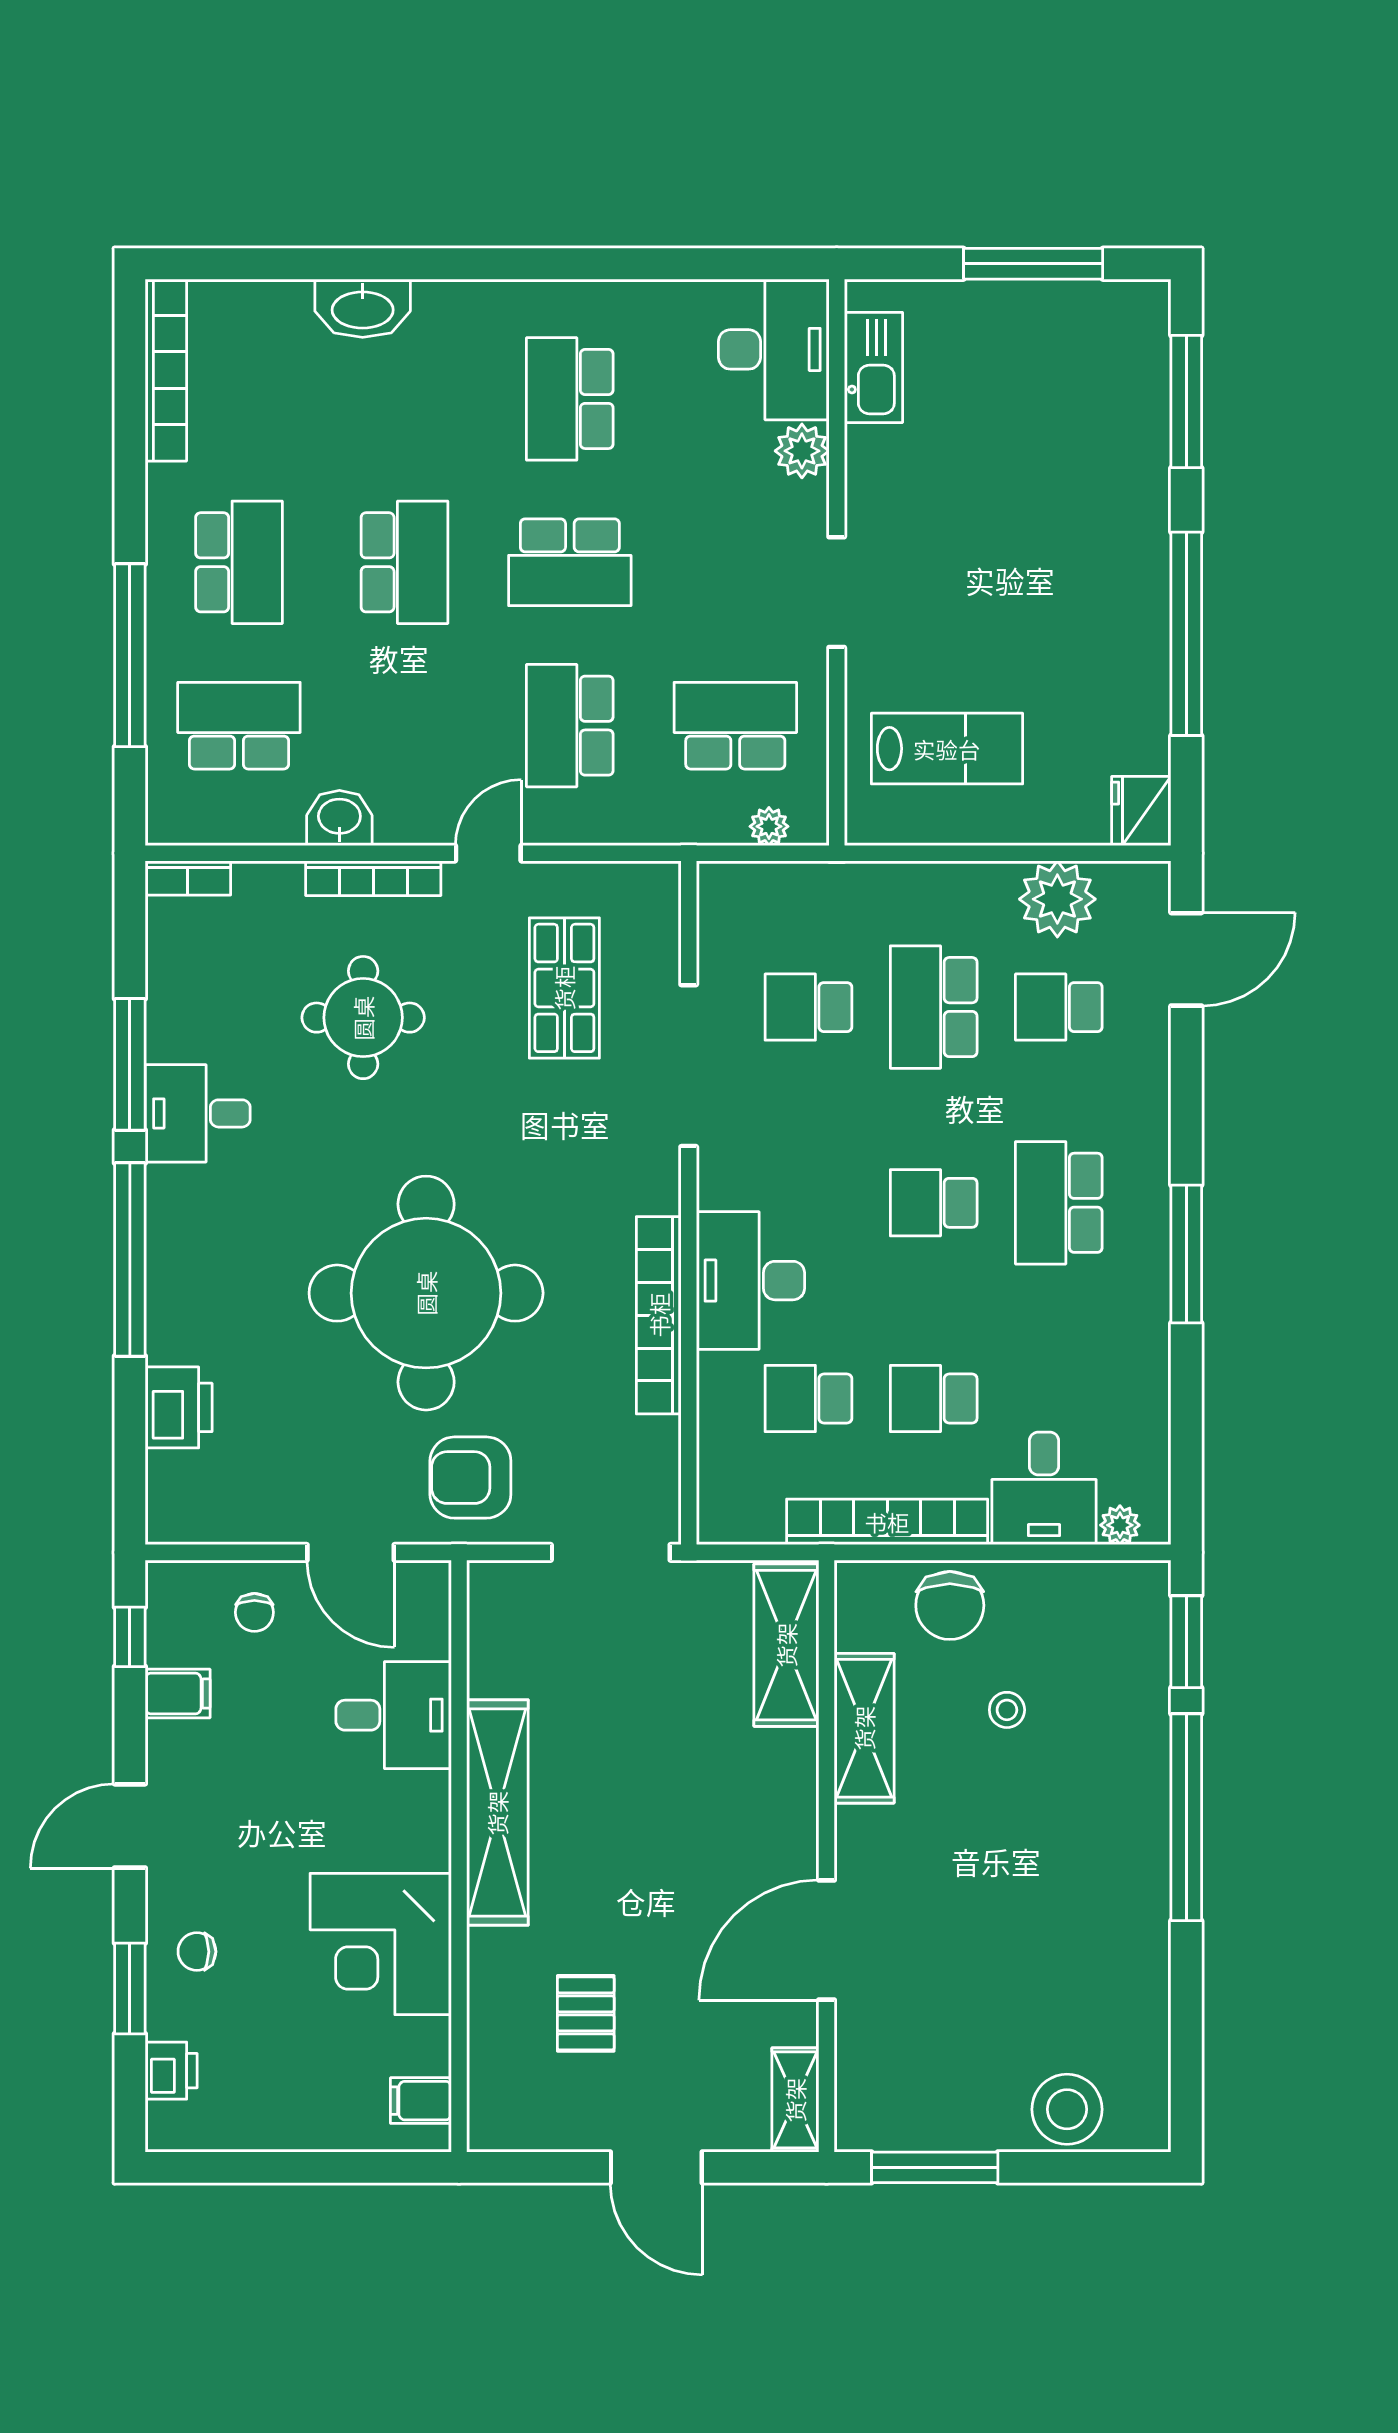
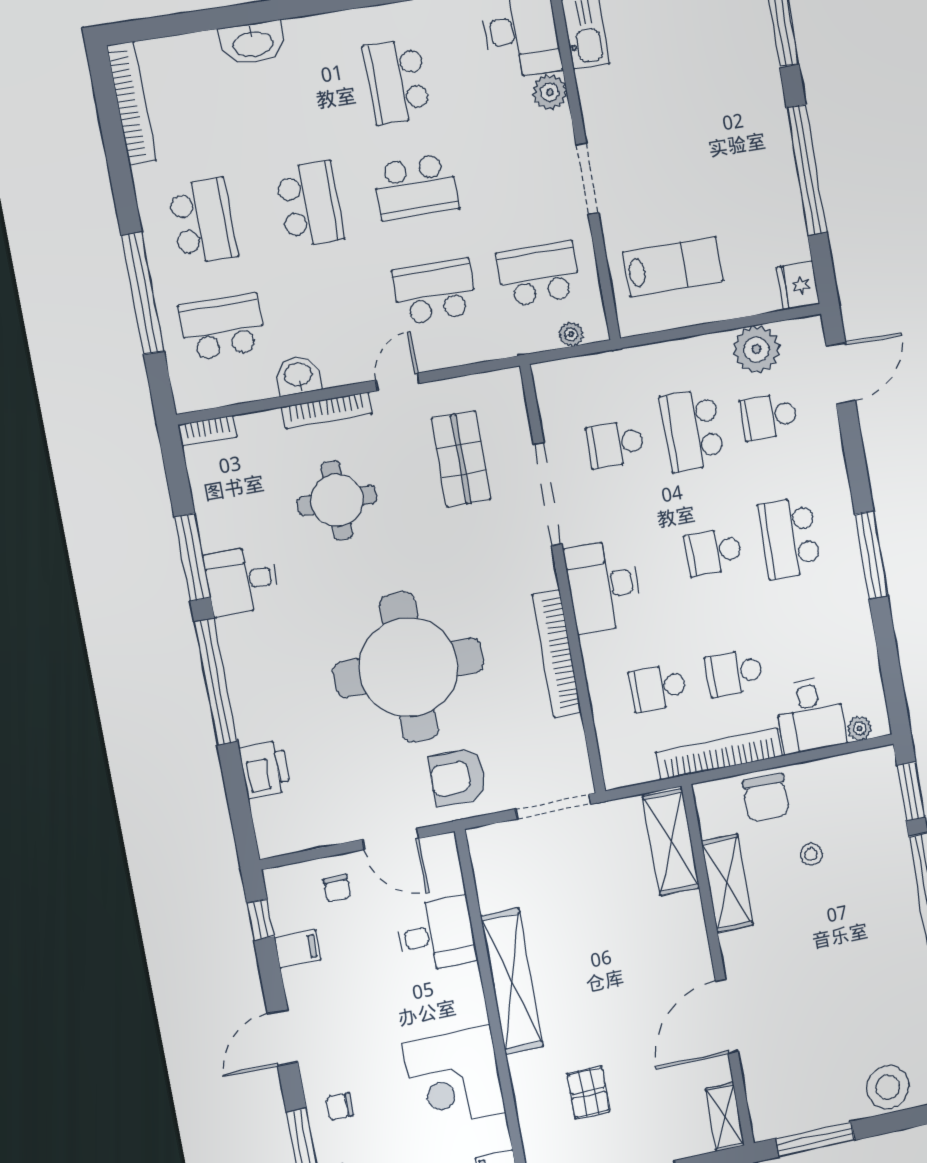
school desk: (570, 726) -> (435, 292), turned 90
desk: (750, 1281) -> (603, 586), moved

